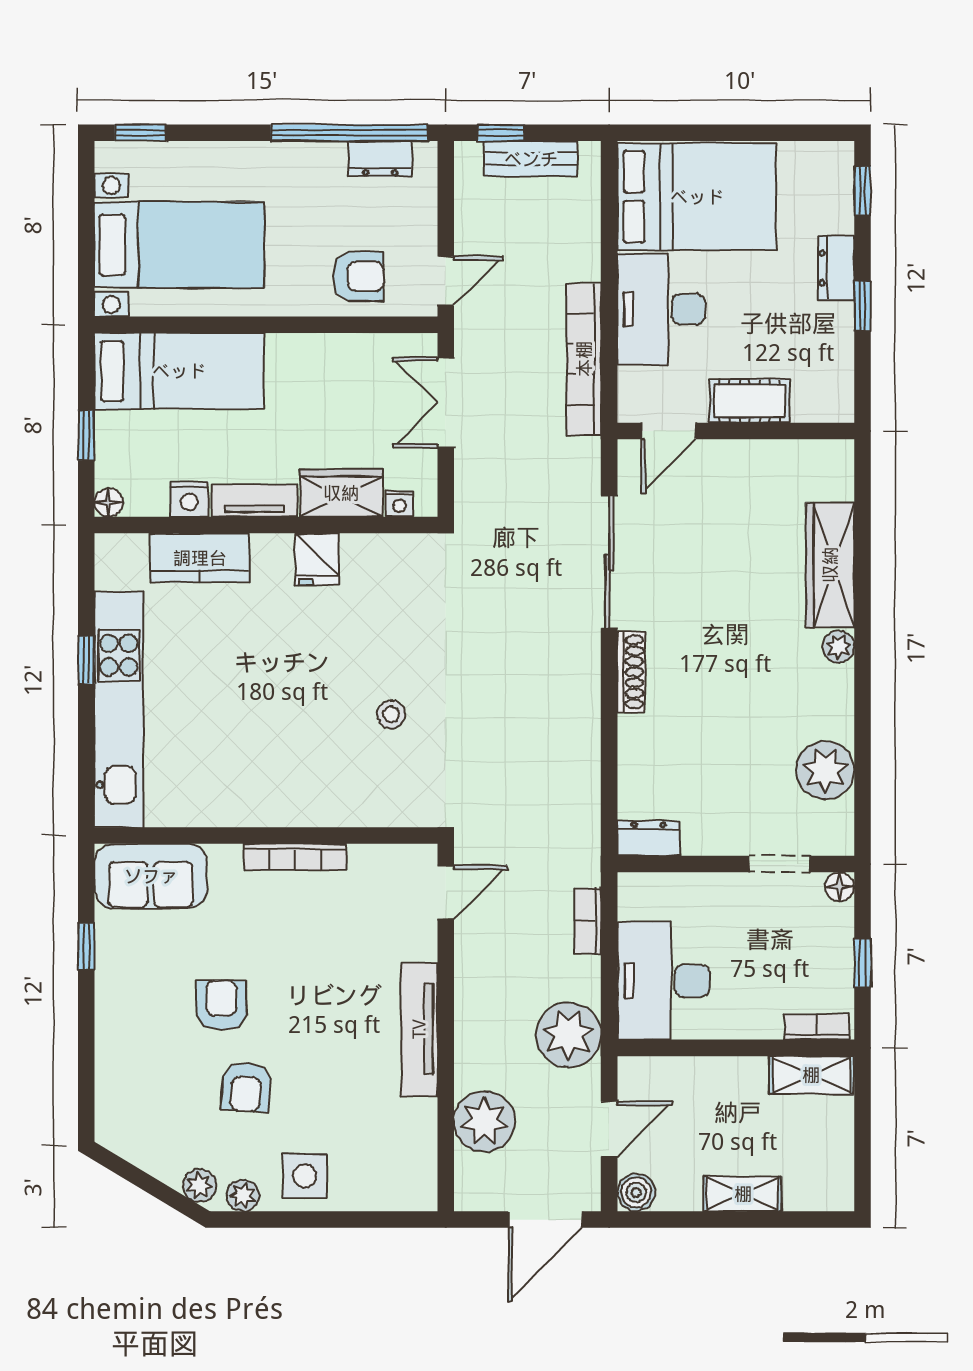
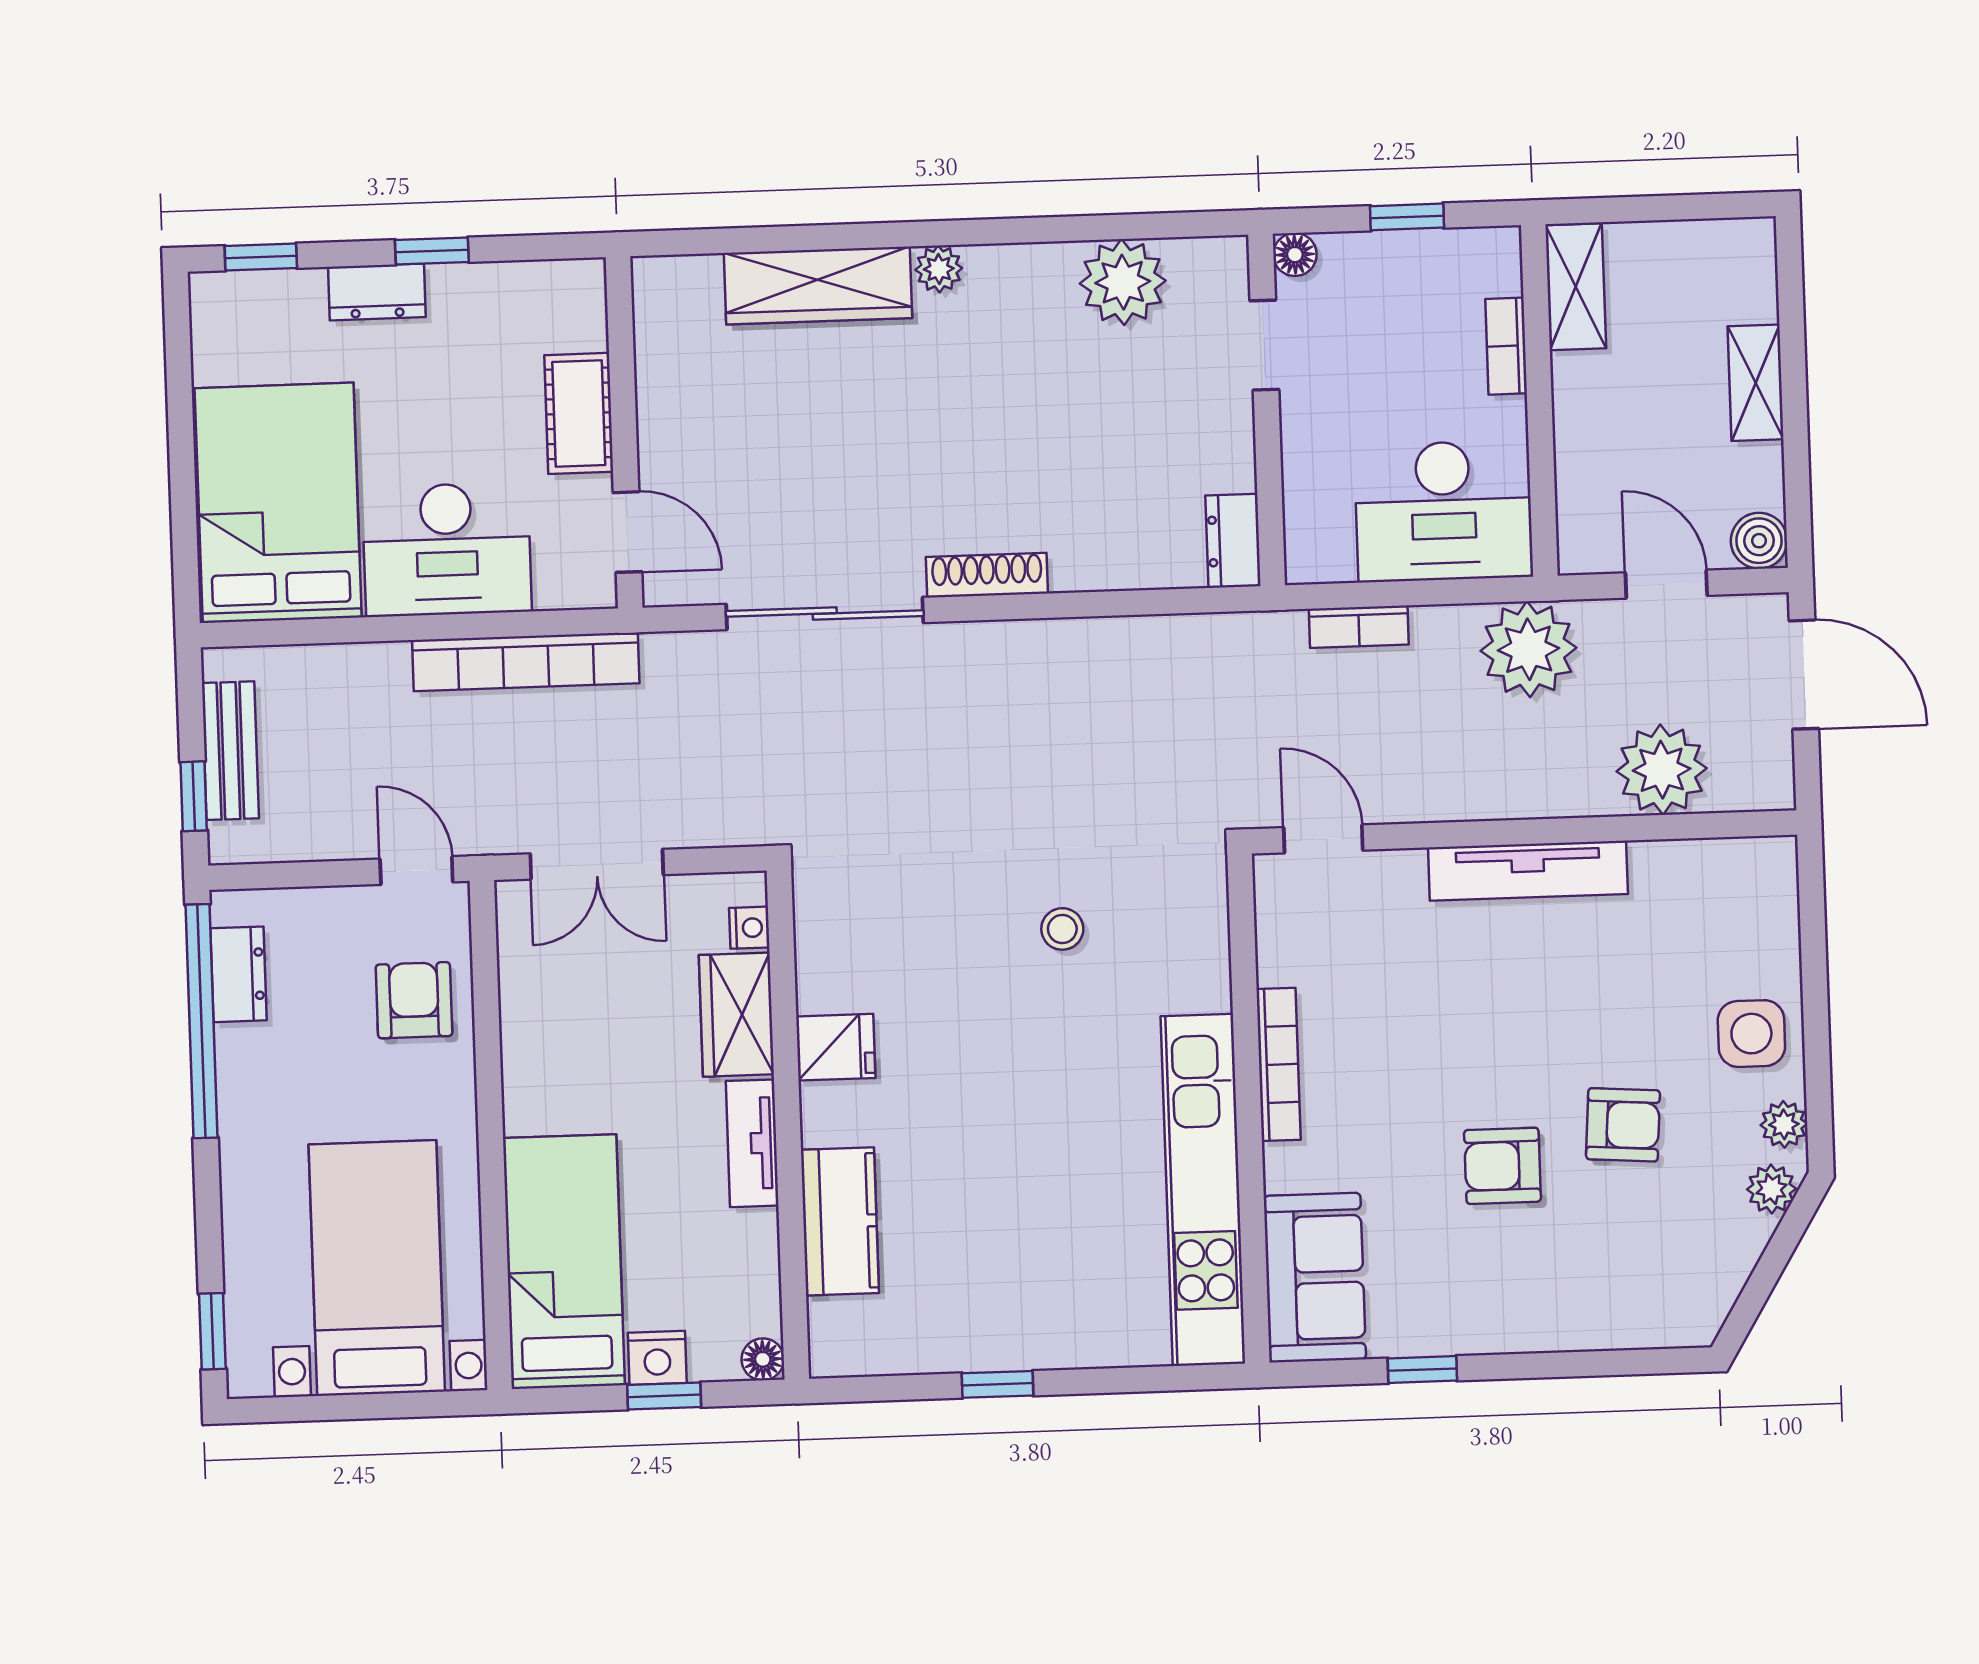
nightstand: (189, 499) -> (657, 1358), moved, turned 90
kitchen unit: (119, 709) -> (1203, 1190), moved, turned -90
bookcase: (817, 1027) -> (1506, 346), moved

